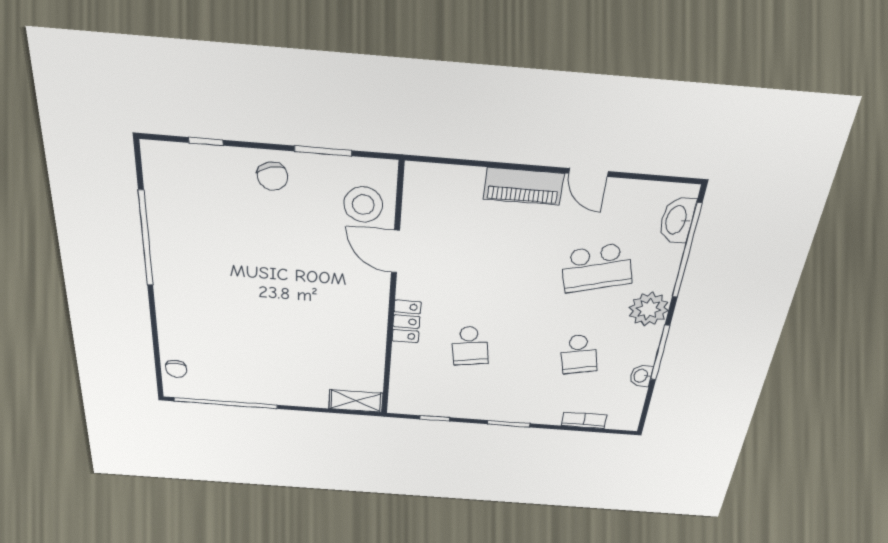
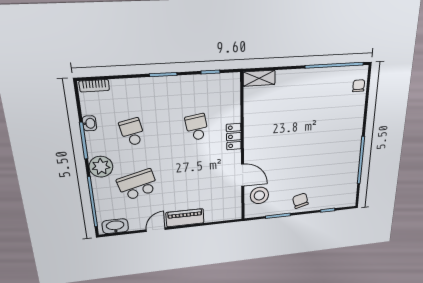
door: (588, 172) -> (156, 230), hinge flipped
washbasin: (677, 220) -> (115, 226), moved, turned -90
bookcase: (584, 420) -> (94, 86), moved

